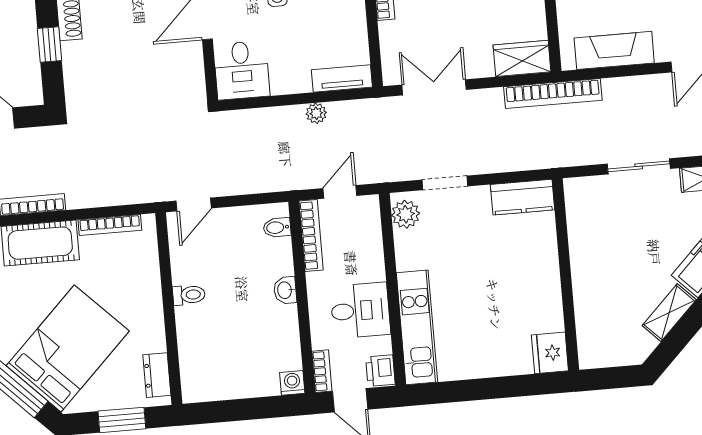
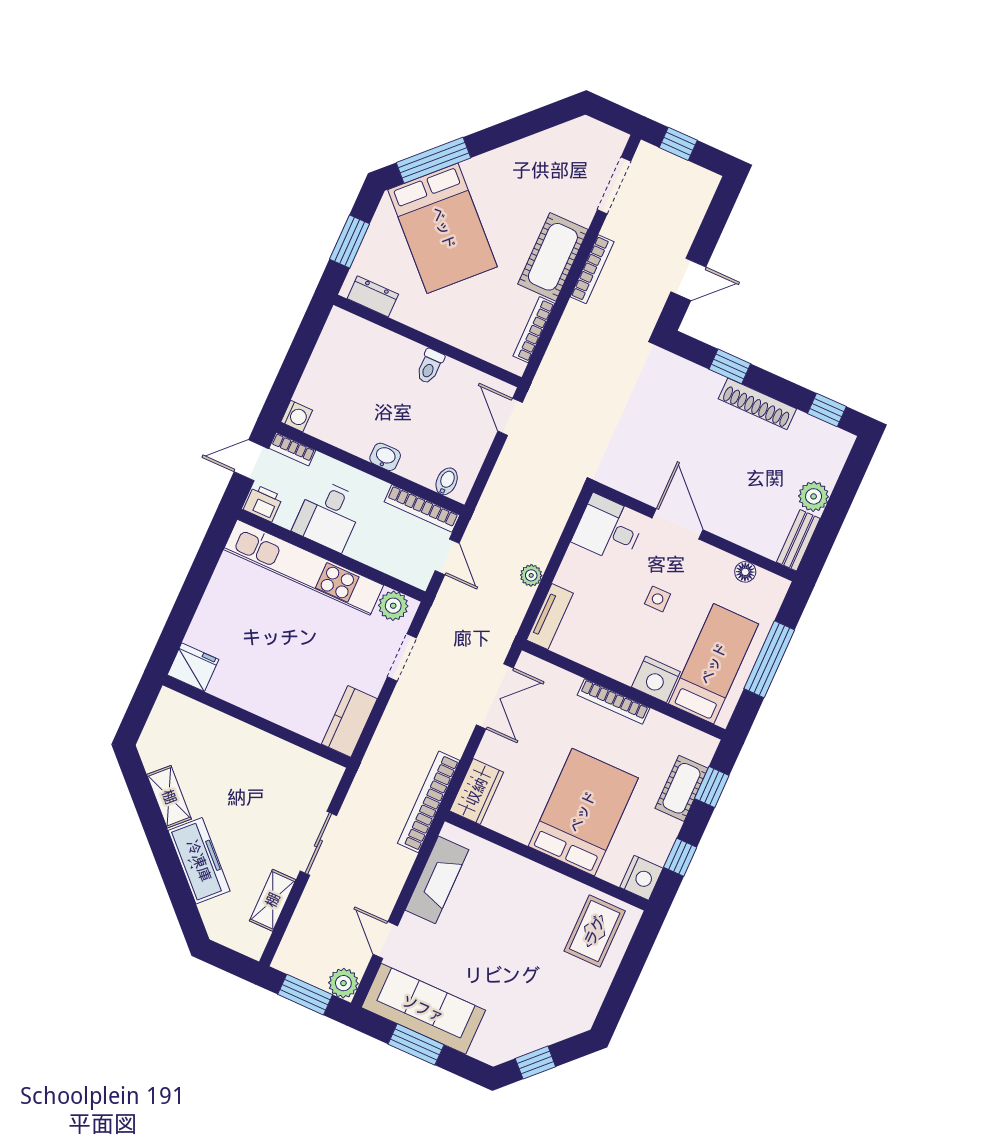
kitchen unit: (417, 327) -> (304, 567), width x1.36

